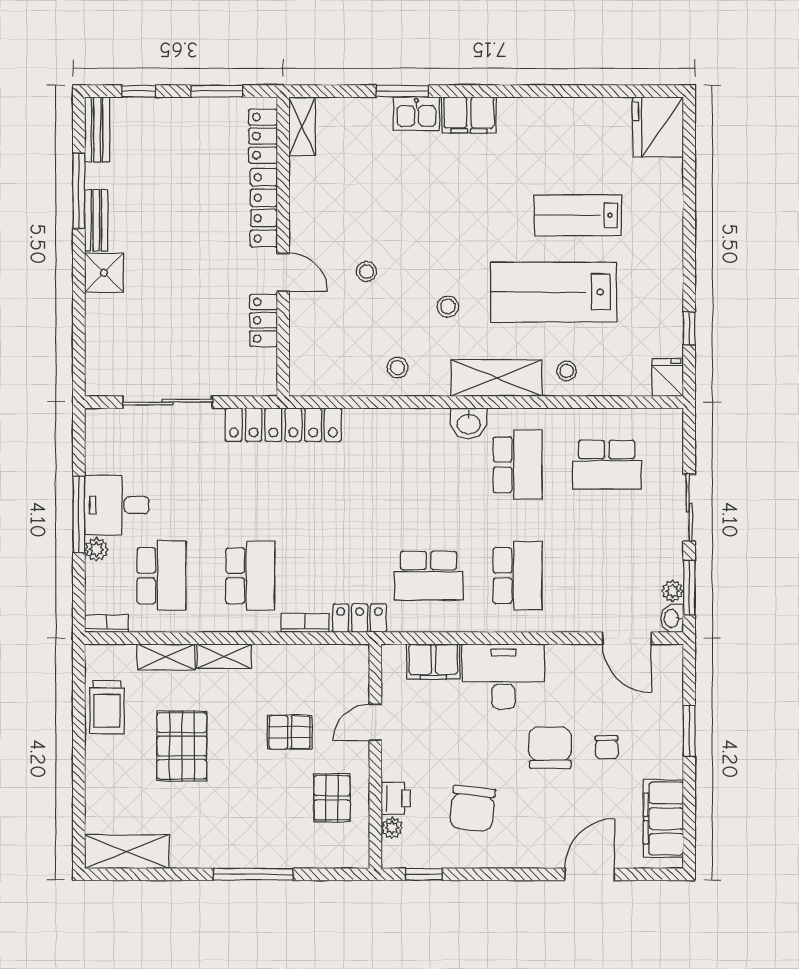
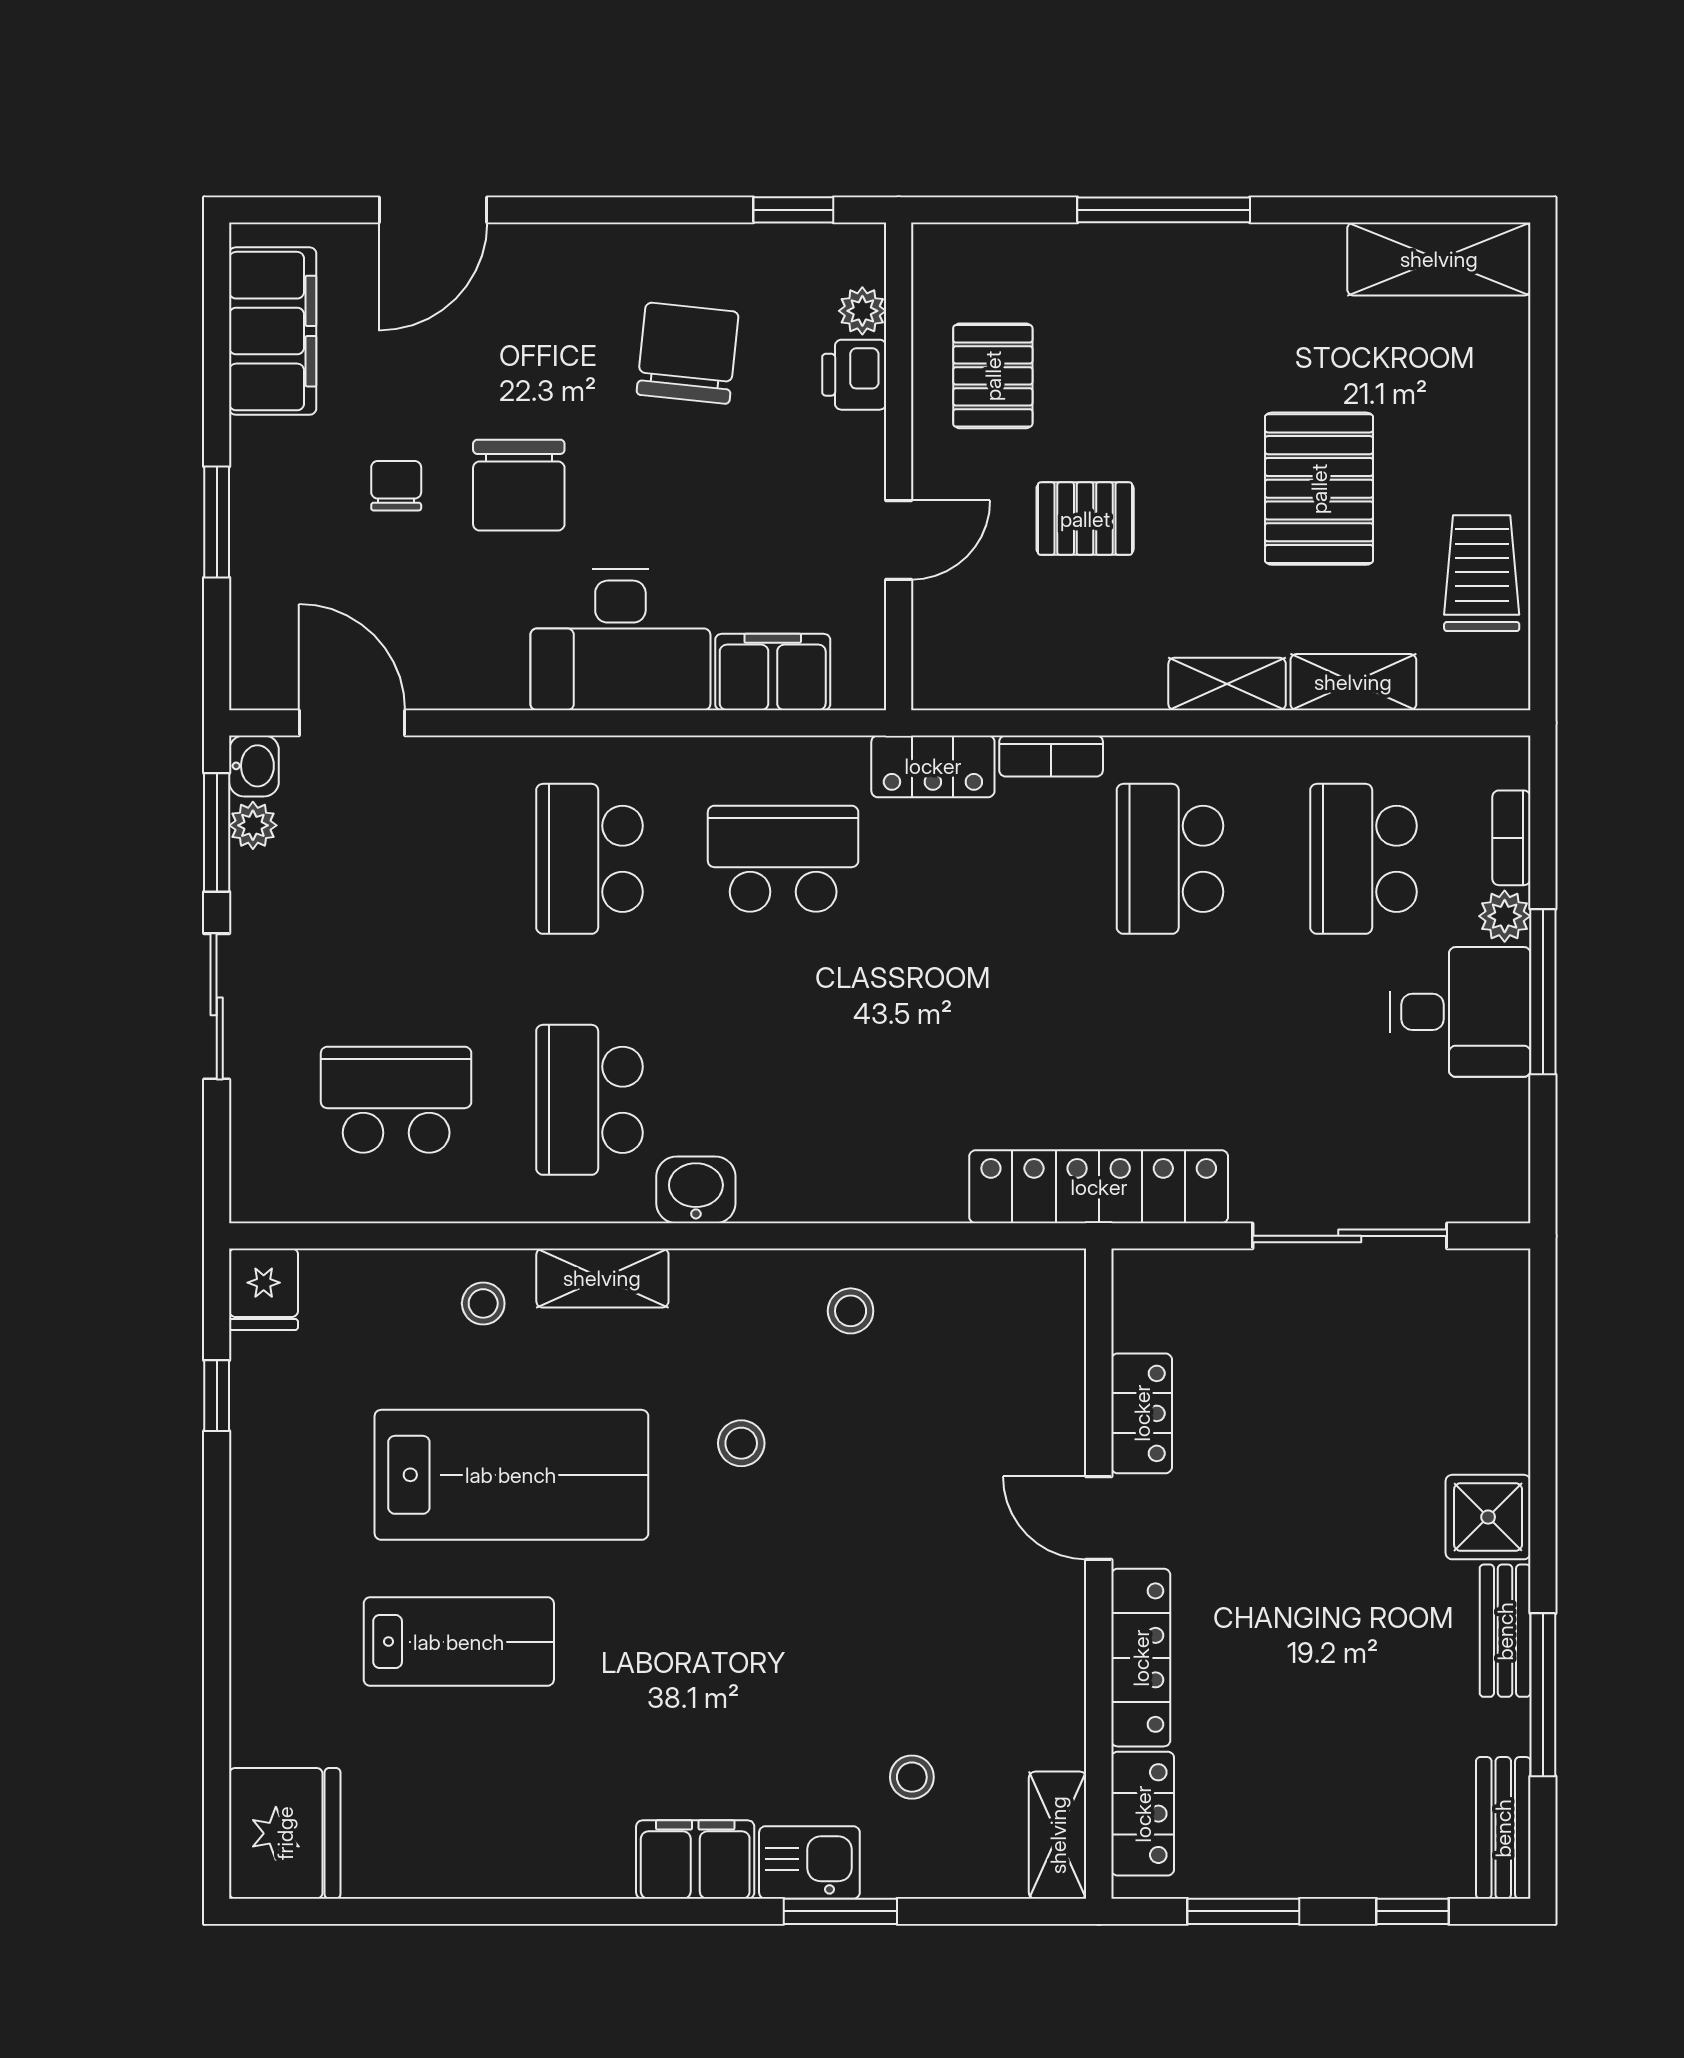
stool: (367, 271) -> (912, 1777), moved
shelving: (496, 378) -> (602, 1278), width x0.67, depth x0.75
bookcase: (106, 624) -> (1511, 838), moved, turned 90

